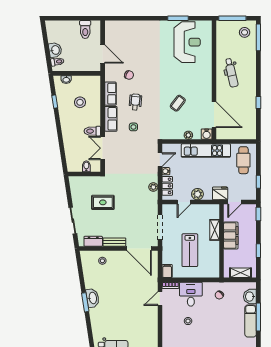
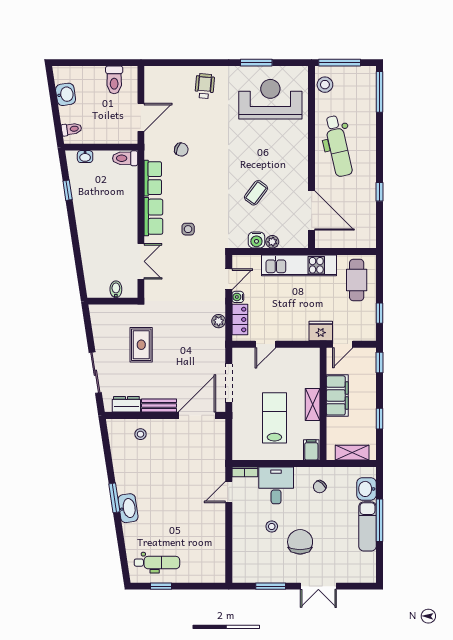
stool: (245, 32) -> (325, 85), moved
reception desk: (187, 42) -> (270, 99), turned -90
washbasin: (55, 50) -> (66, 94), moved
door: (103, 54) -> (141, 117), hinge flipped
dental chair: (231, 73) -> (338, 146), width x1.36, depth x1.38
stool: (80, 102) -> (106, 191), removed
wheelchair: (135, 102) -> (205, 86), moved
toilet: (92, 131) -> (125, 158), moved
water cooler: (207, 134) -> (256, 240), moved
double door: (103, 148) -> (141, 261), swing flipped
plant: (197, 194) -> (286, 332), removed
rug: (103, 202) -> (141, 345), turned 90
shelving: (215, 230) -> (313, 405), moved
door: (139, 249) -> (197, 415), swing flipped
lab bench: (190, 250) -> (274, 418), turned 180
filing cabinet: (167, 271) -> (311, 450), moved
washbasin: (93, 298) -> (128, 508), moved
chair: (207, 331) -> (300, 542), added

